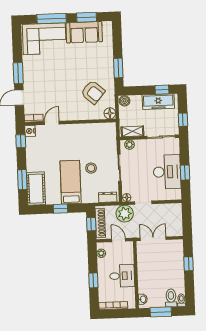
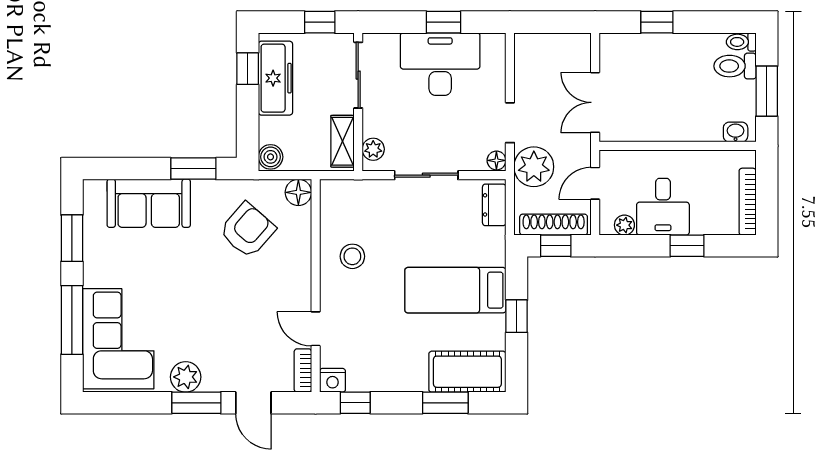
sofa: (84, 32) -> (149, 203), moved, turned 90
plant: (29, 68) -> (186, 377), added
stool: (91, 168) -> (352, 256), moved
desk: (122, 276) -> (663, 207), moved, turned 180

